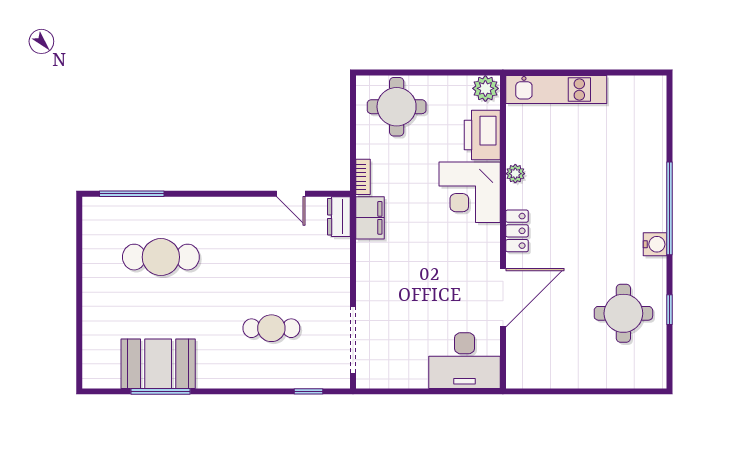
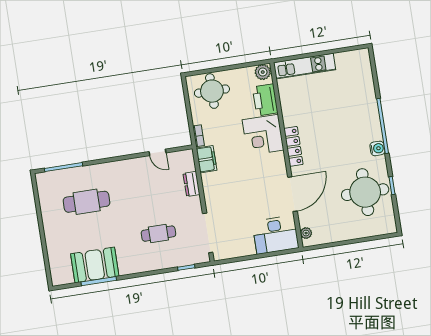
plant: (515, 174) -> (306, 233), moved
dresser: (339, 217) -> (192, 184), moved
locker: (517, 231) -> (293, 146), width x1.53
round table: (623, 313) -> (365, 192), width x1.36, depth x1.36

